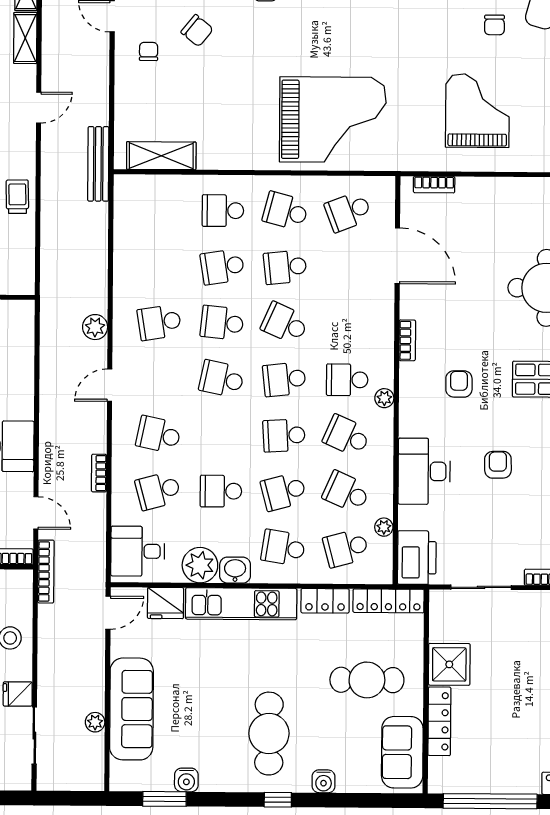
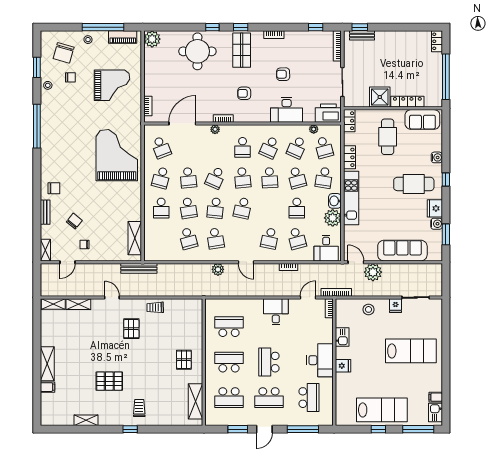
grand piano: (477, 111) -> (112, 85), turned 180
school desk: (160, 266) -> (188, 238), added
plant: (384, 398) -> (215, 129), moved
locker: (389, 601) -> (349, 121), width x0.66
fridge: (166, 603) -> (435, 208), moved, turned 180
plant: (95, 722) -> (373, 272), moved, width x1.88, depth x1.88

